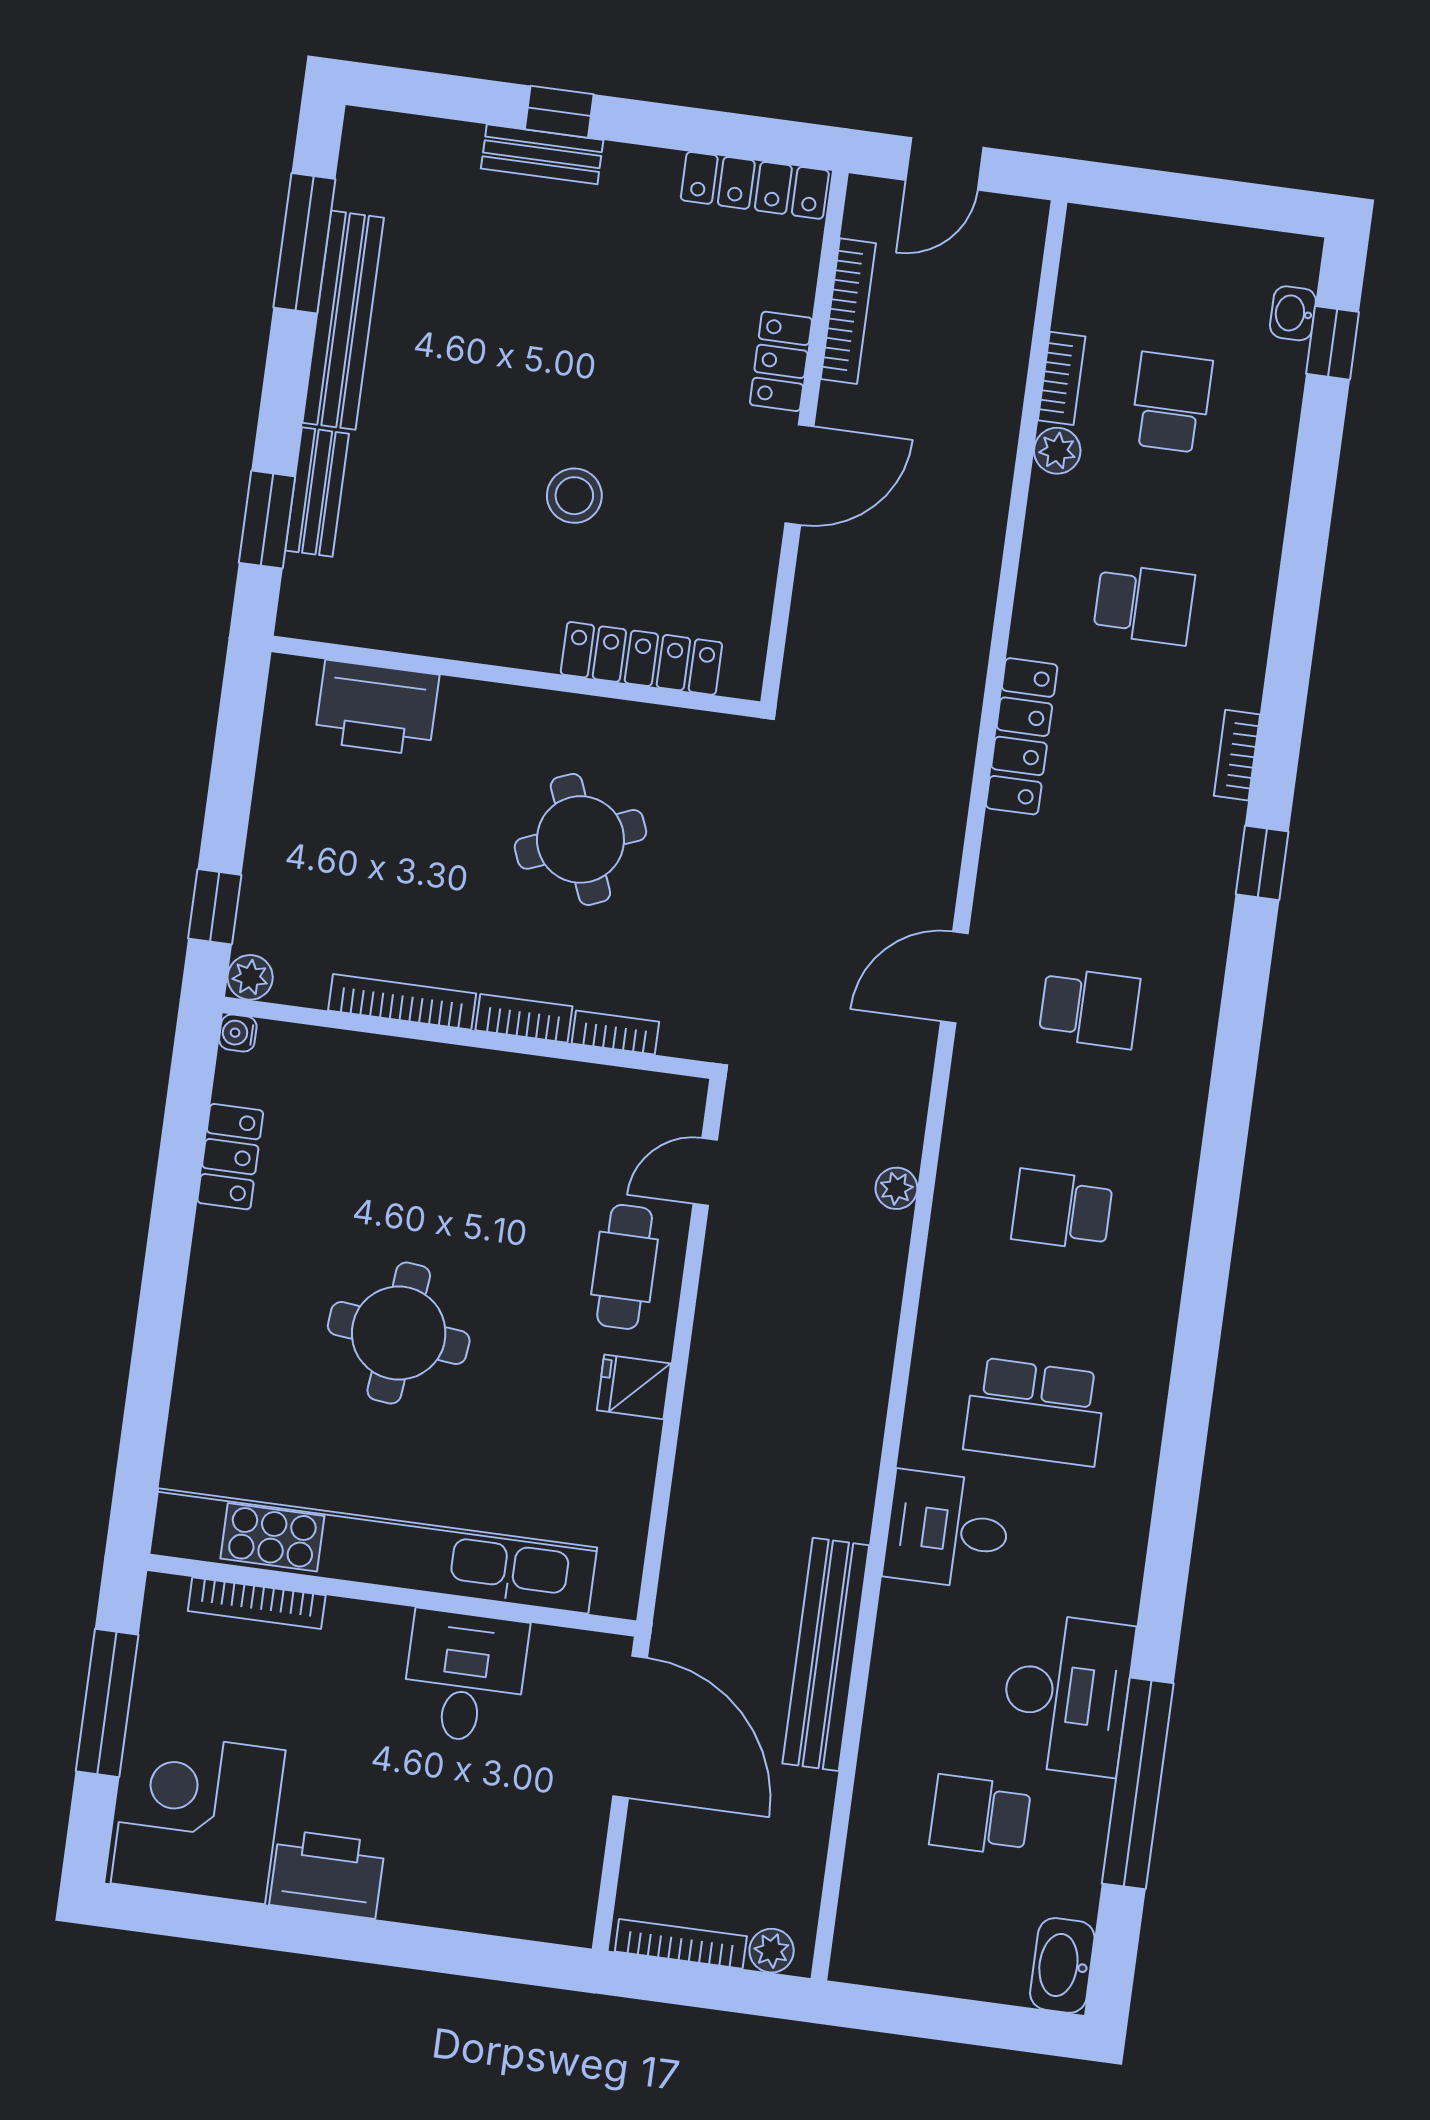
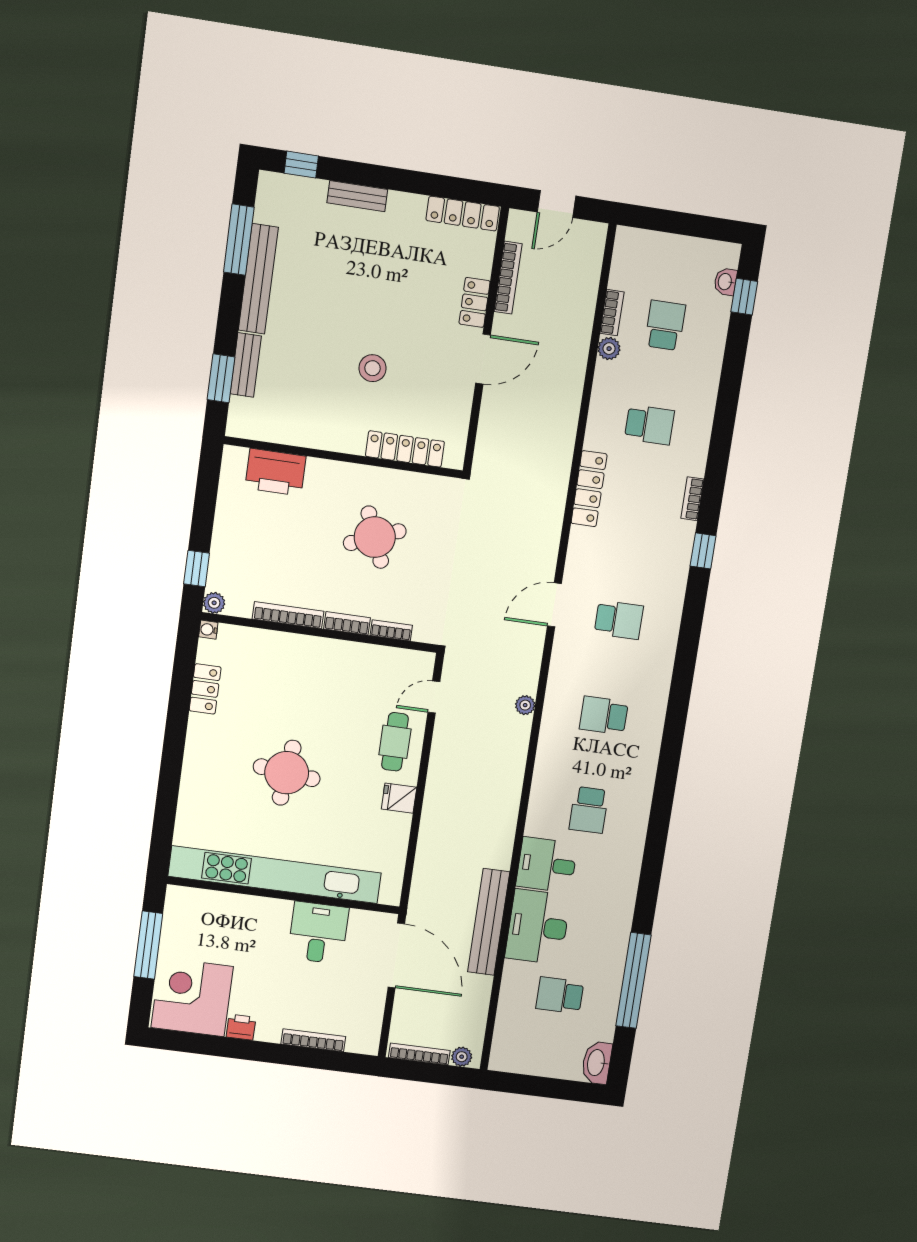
window: (559, 112) -> (301, 165), moved
school desk: (1035, 1412) -> (589, 810), width x0.54
bookcase: (257, 1603) -> (313, 1040), moved, turned 180
desk: (1067, 1694) -> (538, 927), moved, turned 180
printer: (327, 1874) -> (241, 1027), width x0.53, depth x0.68

